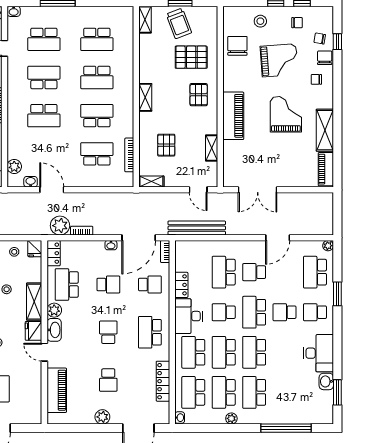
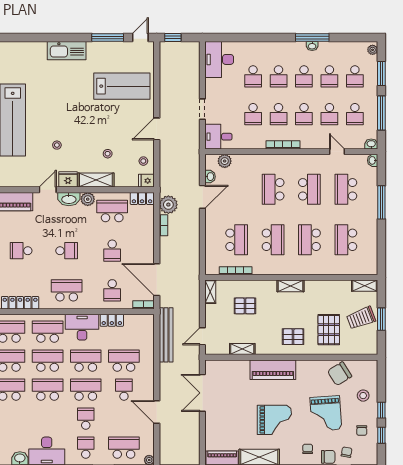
chair: (237, 46) -> (340, 374), turned 148
washbasin: (111, 245) -> (150, 253), removed
school desk: (224, 312) -> (86, 361), width x1.85

